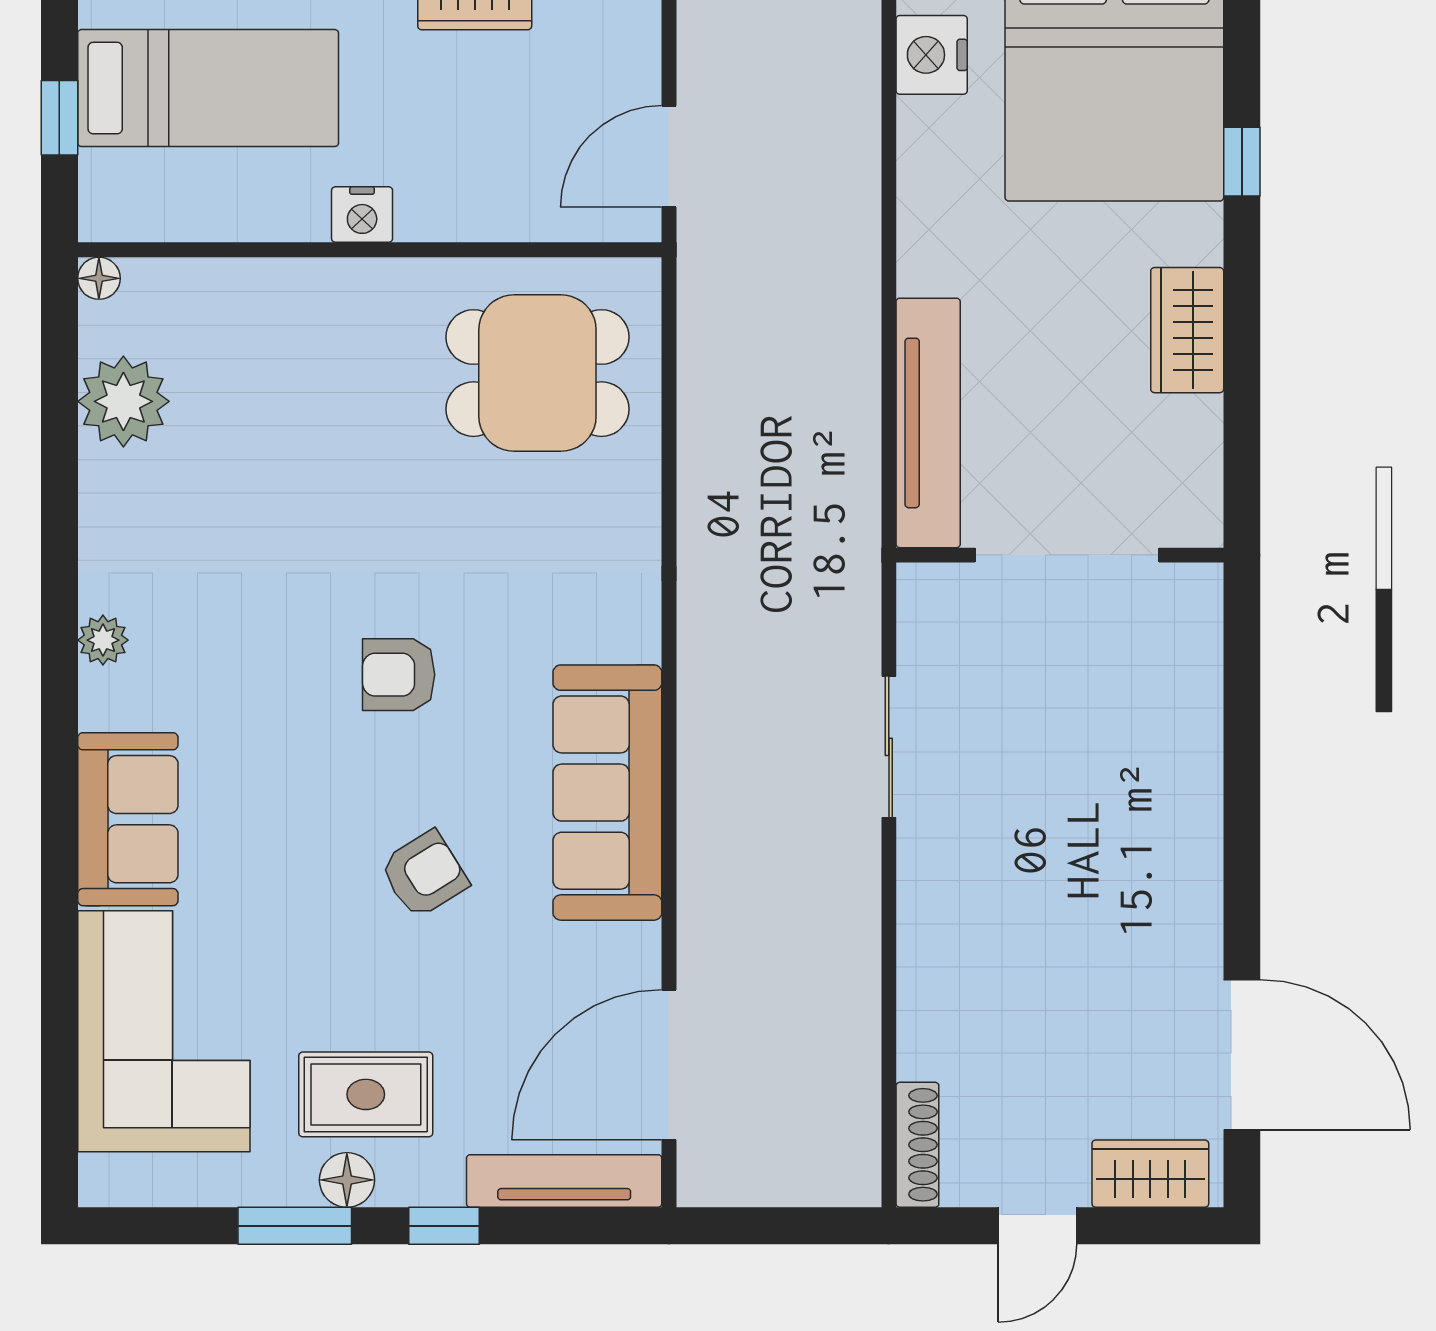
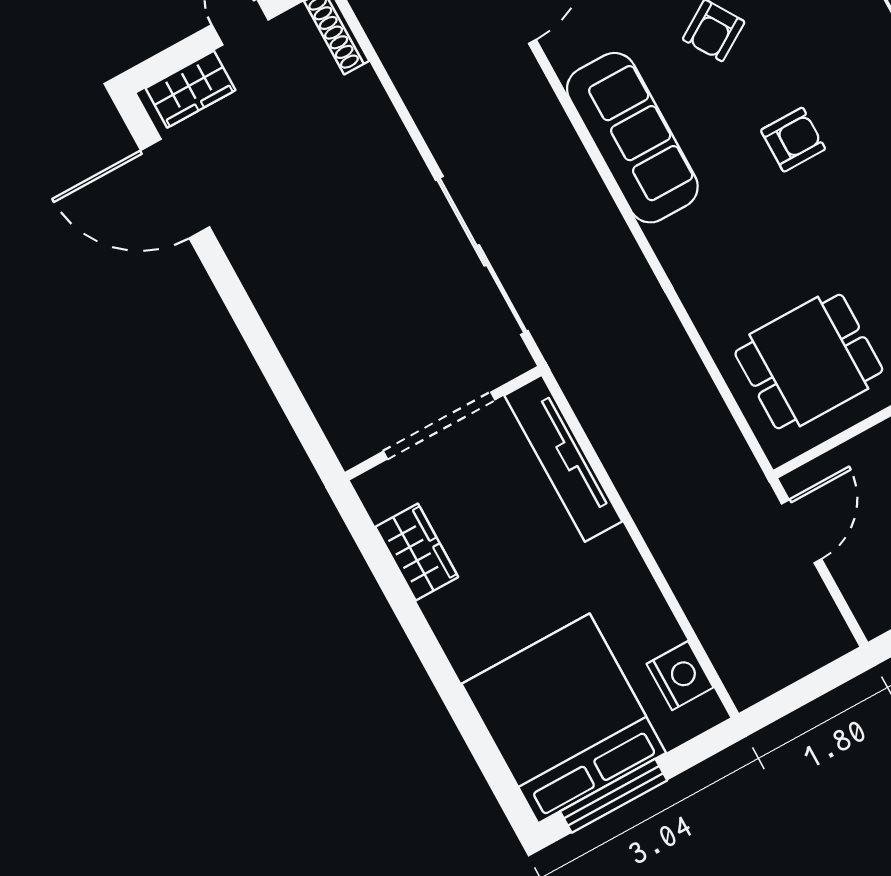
window: (1242, 162) -> (463, 713), removed
wardrobe: (1187, 330) -> (417, 552), moved
sliding door: (889, 747) -> (482, 255), width x1.86

